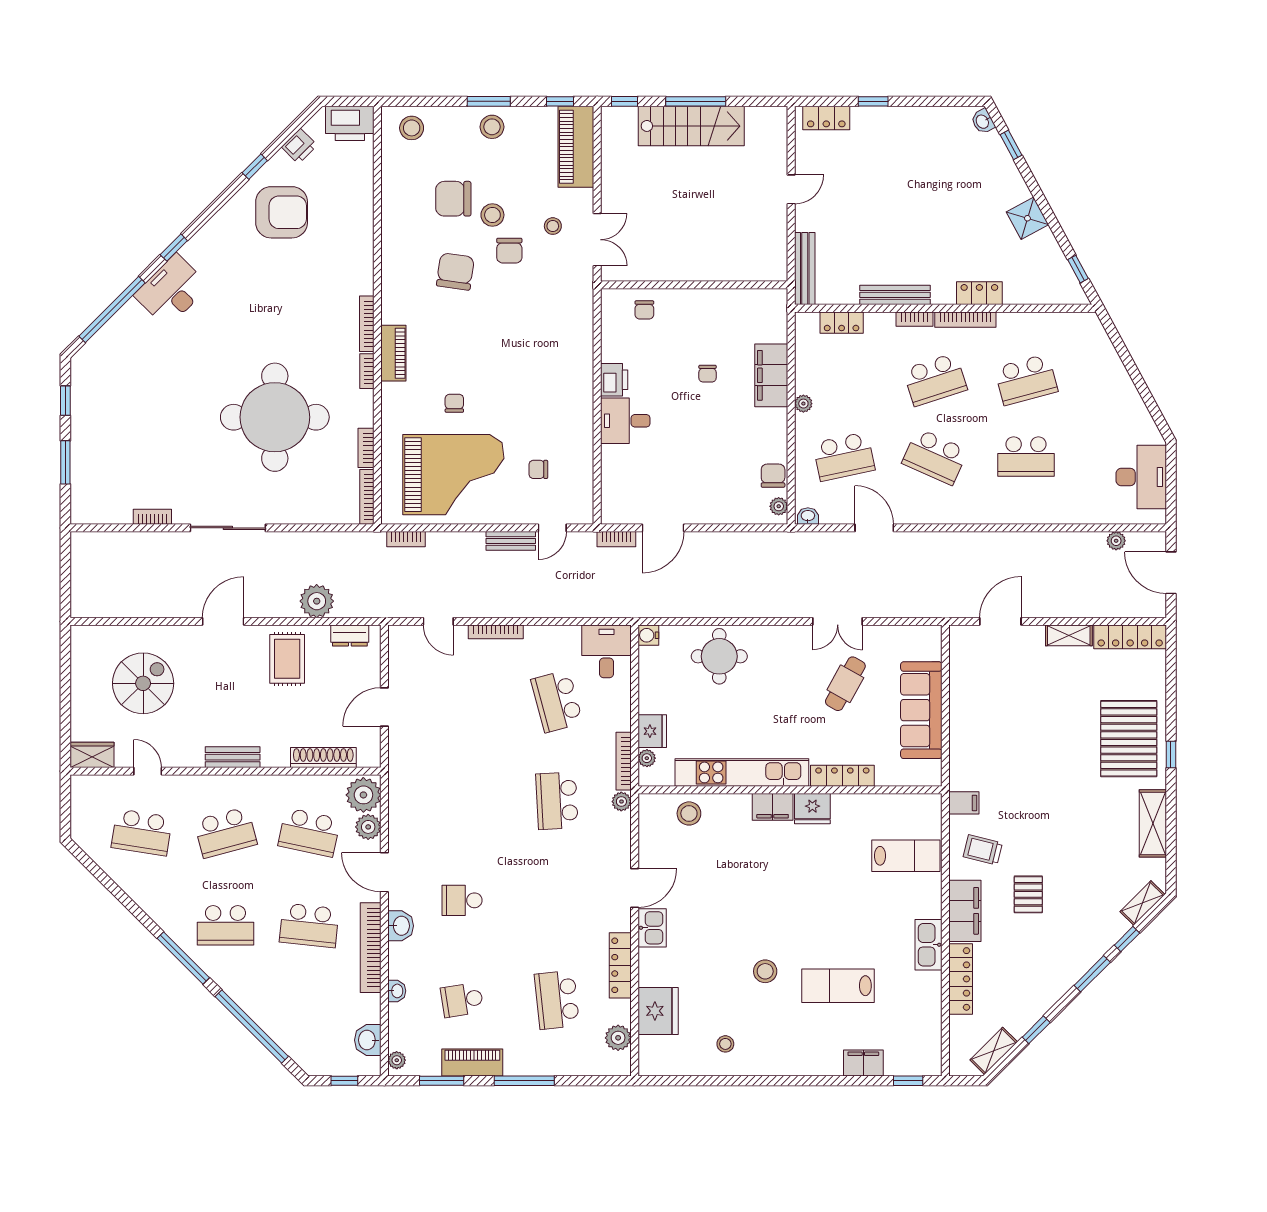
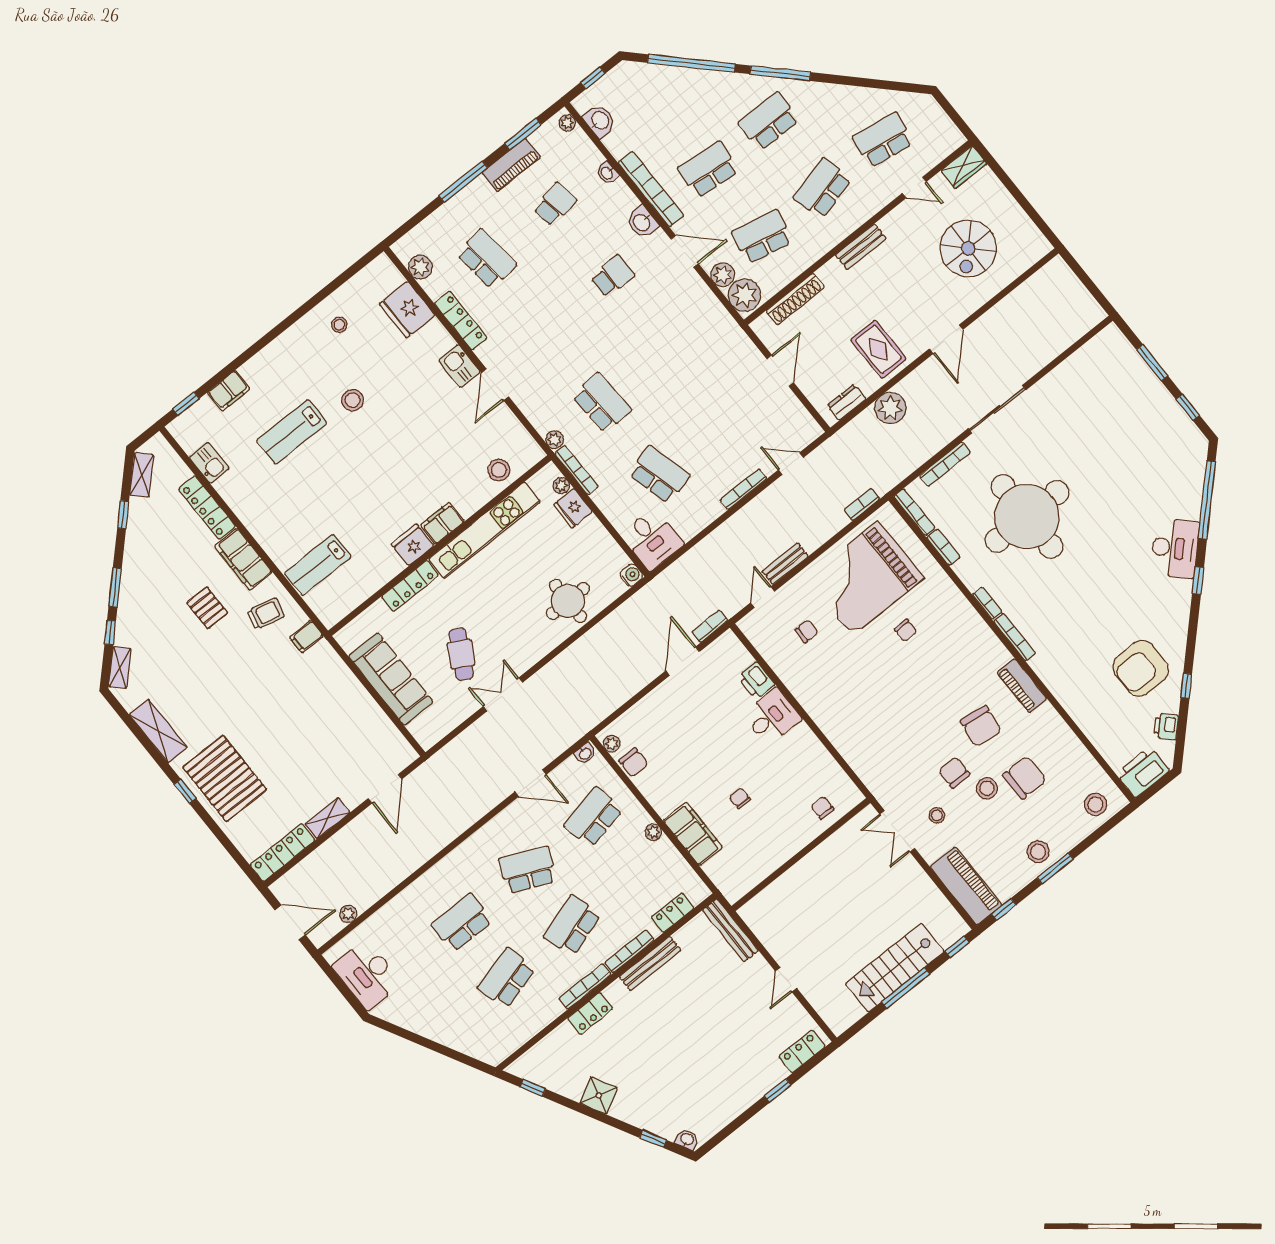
bookcase: (915, 319) -> (629, 951), width x1.56
piano: (393, 353) -> (1022, 686), moved
printer: (614, 380) -> (756, 681), moved
bookcase: (152, 517) -> (945, 464), moved, width x1.56
kitchen sink: (929, 945) -> (209, 463), moved, width x0.73
lab bench: (838, 986) -> (292, 432), turned 180

